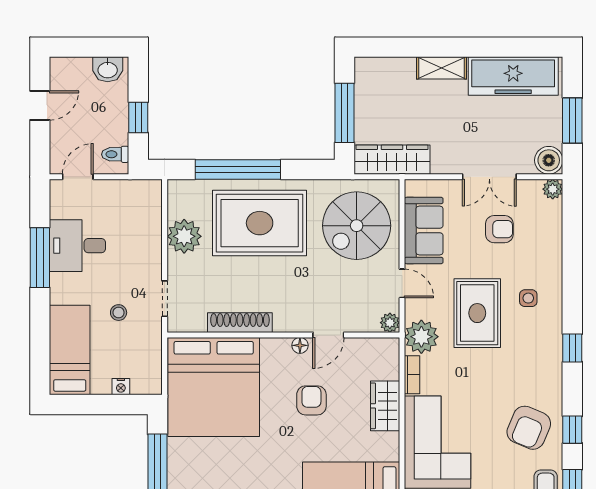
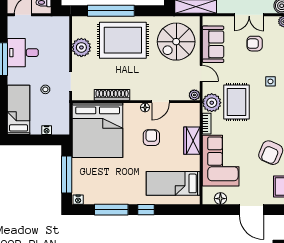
armchair: (499, 229) -> (255, 44), turned 180
rug: (477, 313) -> (237, 102), moved

